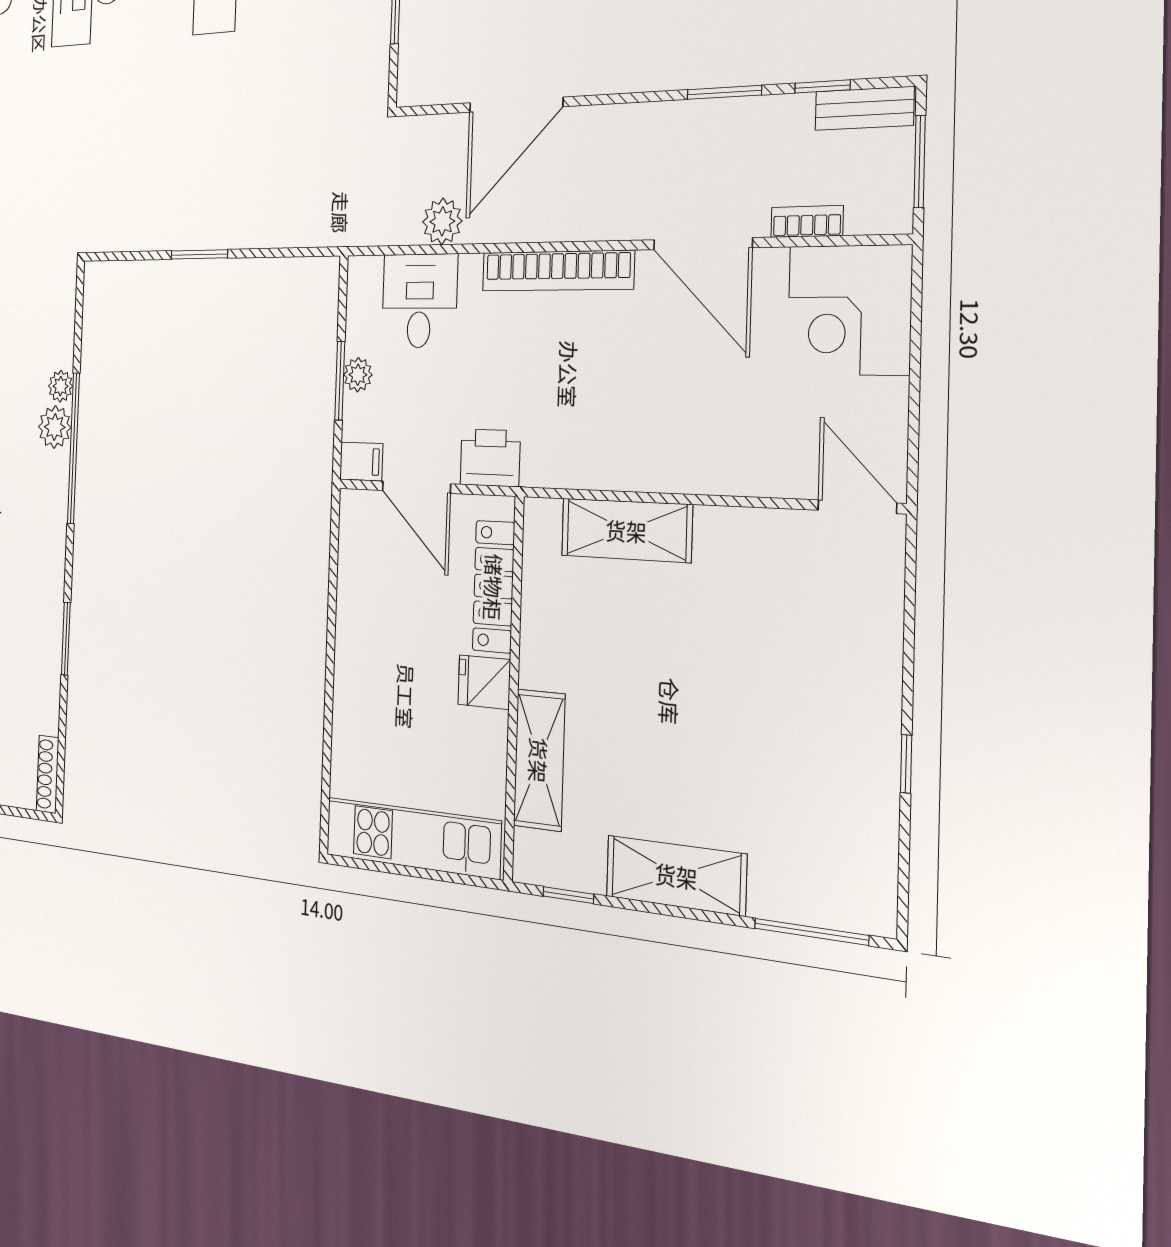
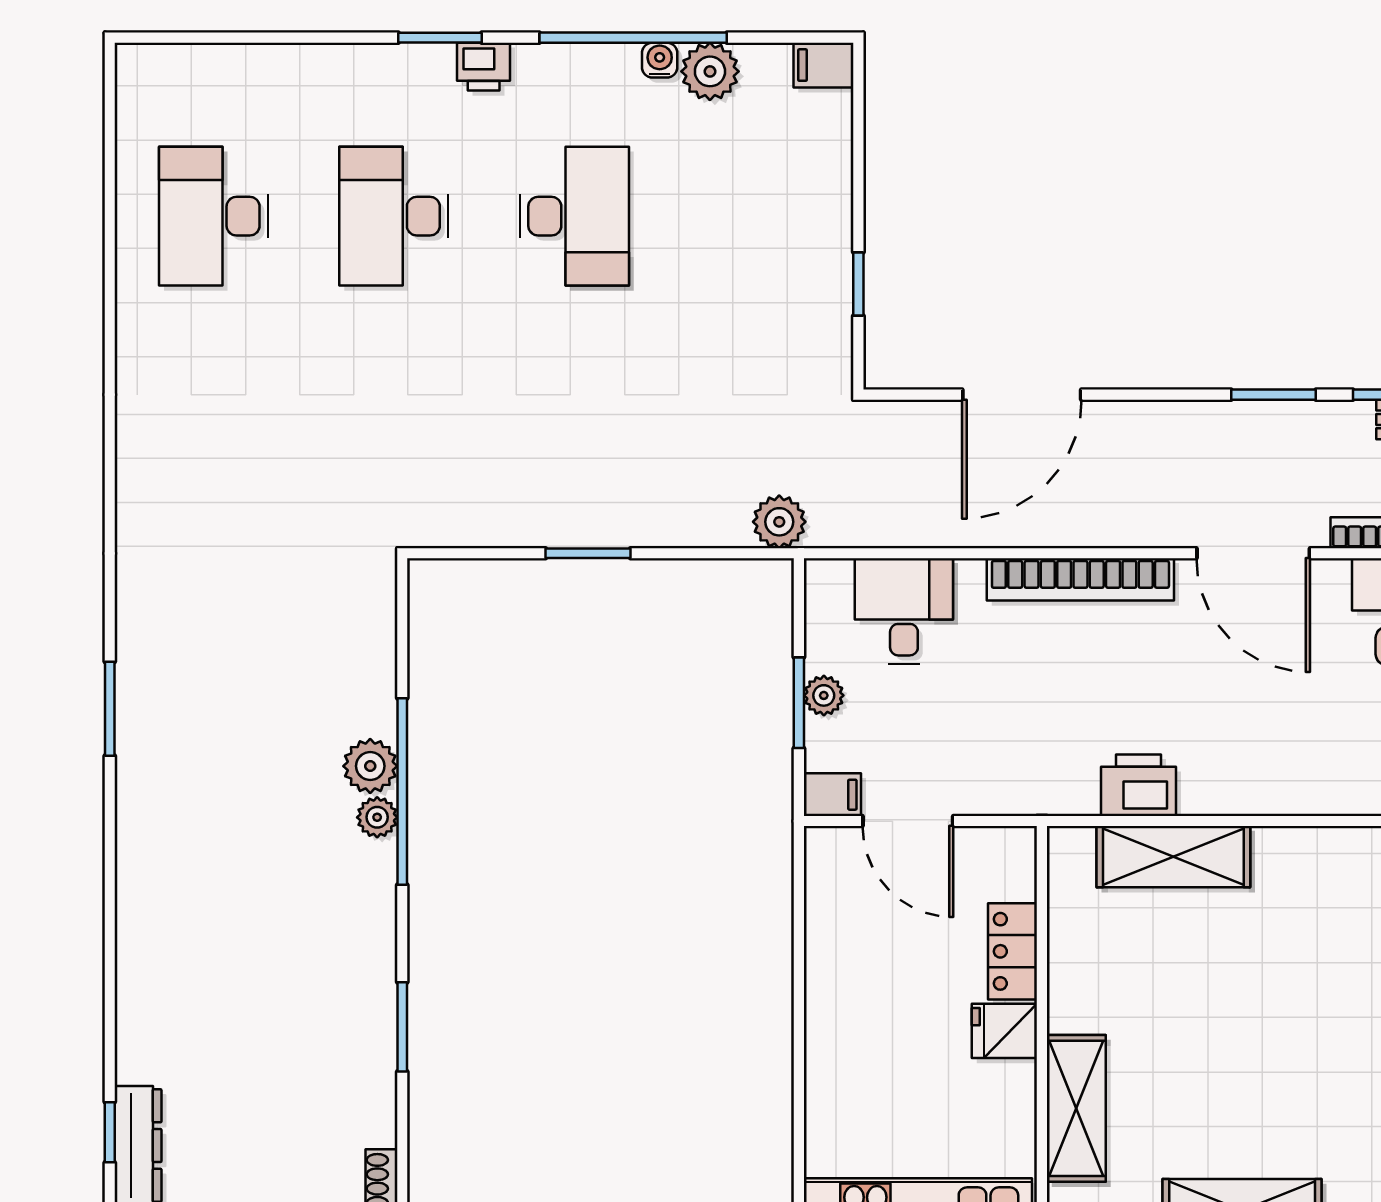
plant: (442, 221) -> (779, 522), moved
plant: (61, 386) -> (377, 817), moved
printer: (490, 458) -> (1138, 785), moved
locker: (494, 587) -> (1013, 951), width x0.66

